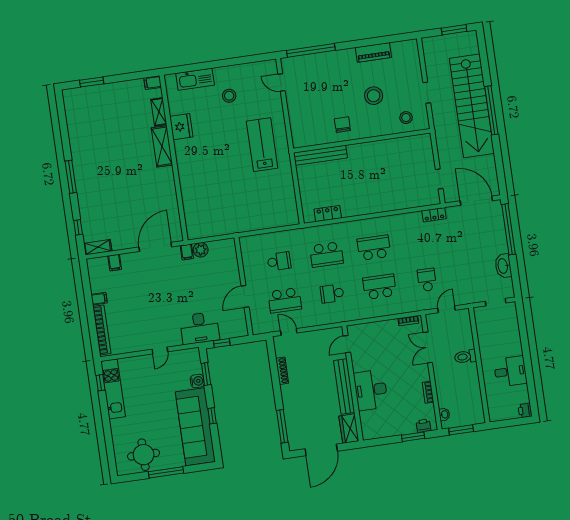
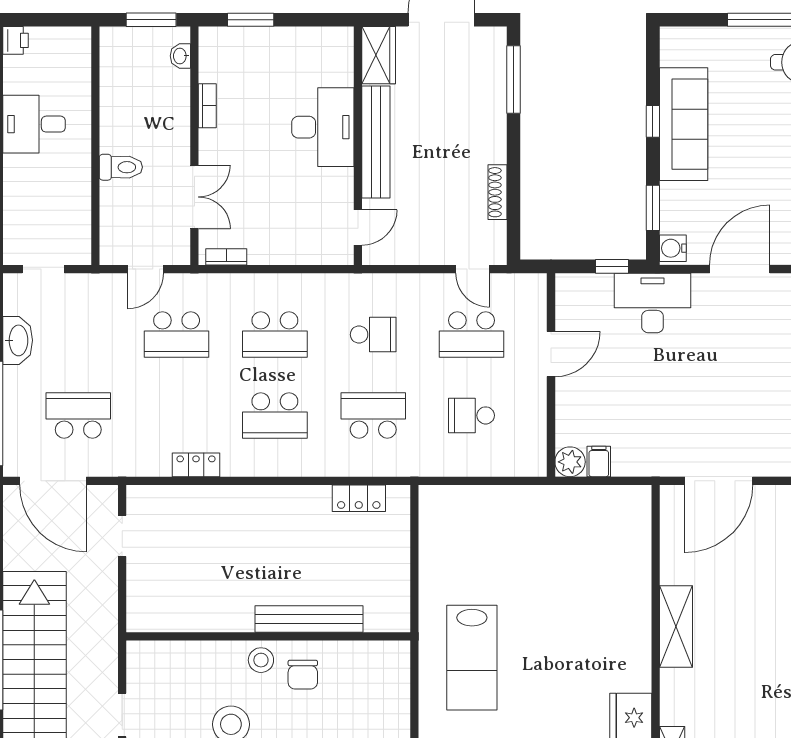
stool: (406, 118) -> (261, 660), moved
shelving: (162, 146) -> (676, 626), moved
bench: (321, 155) -> (309, 619), moved
locker: (434, 215) -> (196, 465), moved
school desk: (469, 234) -> (78, 415), added
plant: (201, 250) -> (570, 462), moved
filing cabinet: (187, 252) -> (599, 461), moved
school desk: (427, 280) -> (177, 335), width x1.85
school desk: (285, 300) -> (471, 335), turned 180
door: (160, 351) -> (740, 269), width x1.87
water cooler: (197, 381) -> (673, 248), moved
printer: (423, 426) -> (226, 39), removed
sofa: (195, 427) -> (684, 124), width x0.74, depth x0.79

